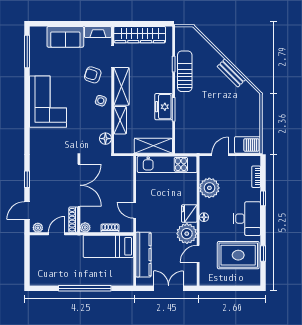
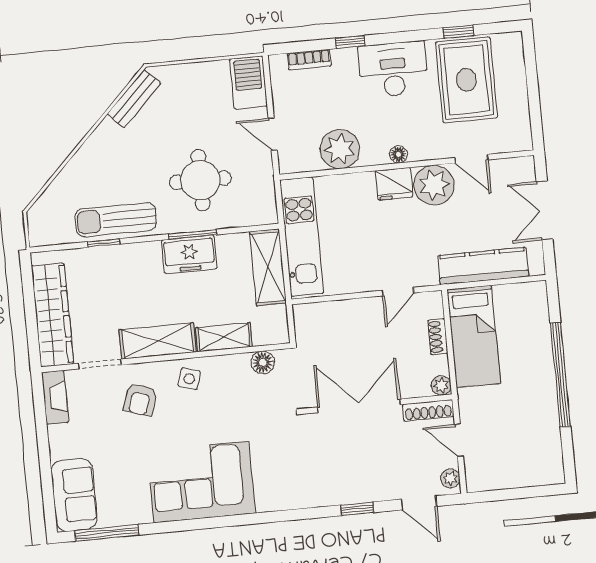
sofa: (65, 37) -> (74, 495), moved
bench: (231, 73) -> (134, 99), moved
round table: (201, 116) -> (200, 180), added

